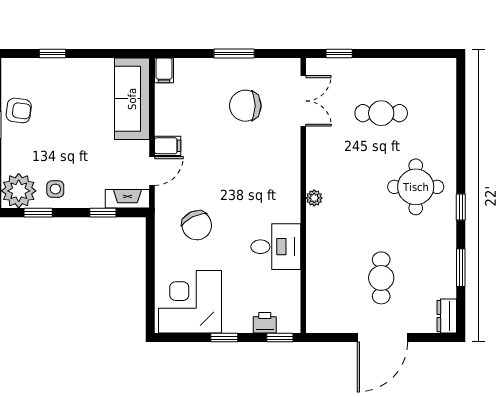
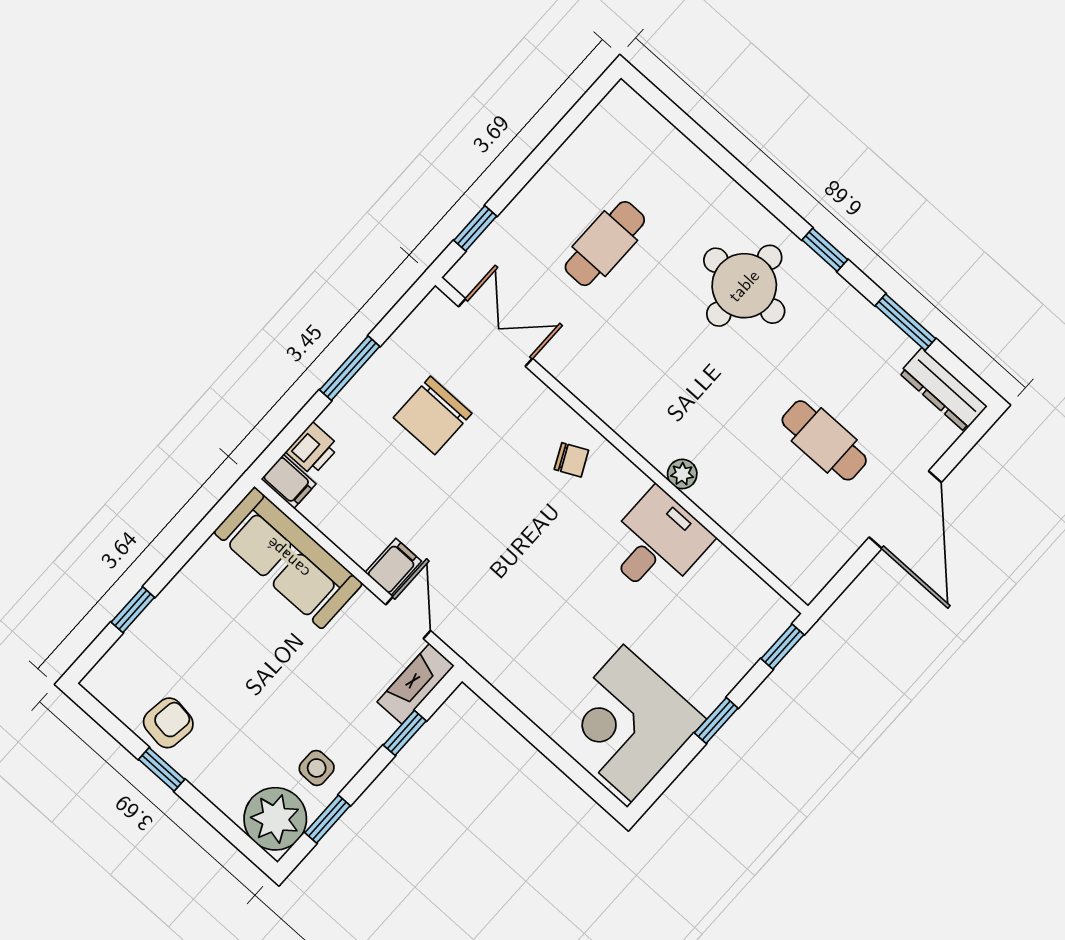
plant: (314, 198) -> (682, 474), moved
chair: (197, 225) -> (571, 460), moved, width x0.54, depth x0.54
dresser: (447, 316) -> (943, 390), width x1.44
printer: (265, 323) -> (313, 449), moved, turned 180

